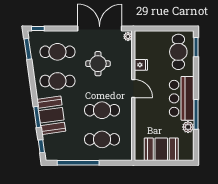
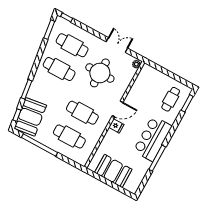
double door: (100, 28) -> (117, 45), width x0.54
cafe table: (178, 52) -> (171, 99), width x0.73, depth x0.74
round table: (98, 64) -> (100, 73), width x1.36, depth x1.36
fridge: (141, 65) -> (116, 126), moved
door: (133, 88) -> (118, 109), hinge flipped
booth: (51, 115) -> (30, 117), moved
plant: (188, 127) -> (145, 165), removed

